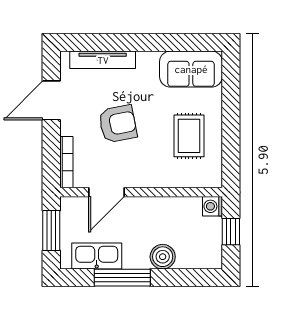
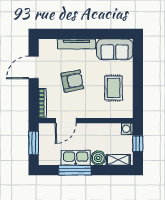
tv unit: (103, 60) -> (77, 44), moved
kitchen sink: (97, 256) -> (76, 158), moved
shelving: (197, 260) -> (118, 160), added

